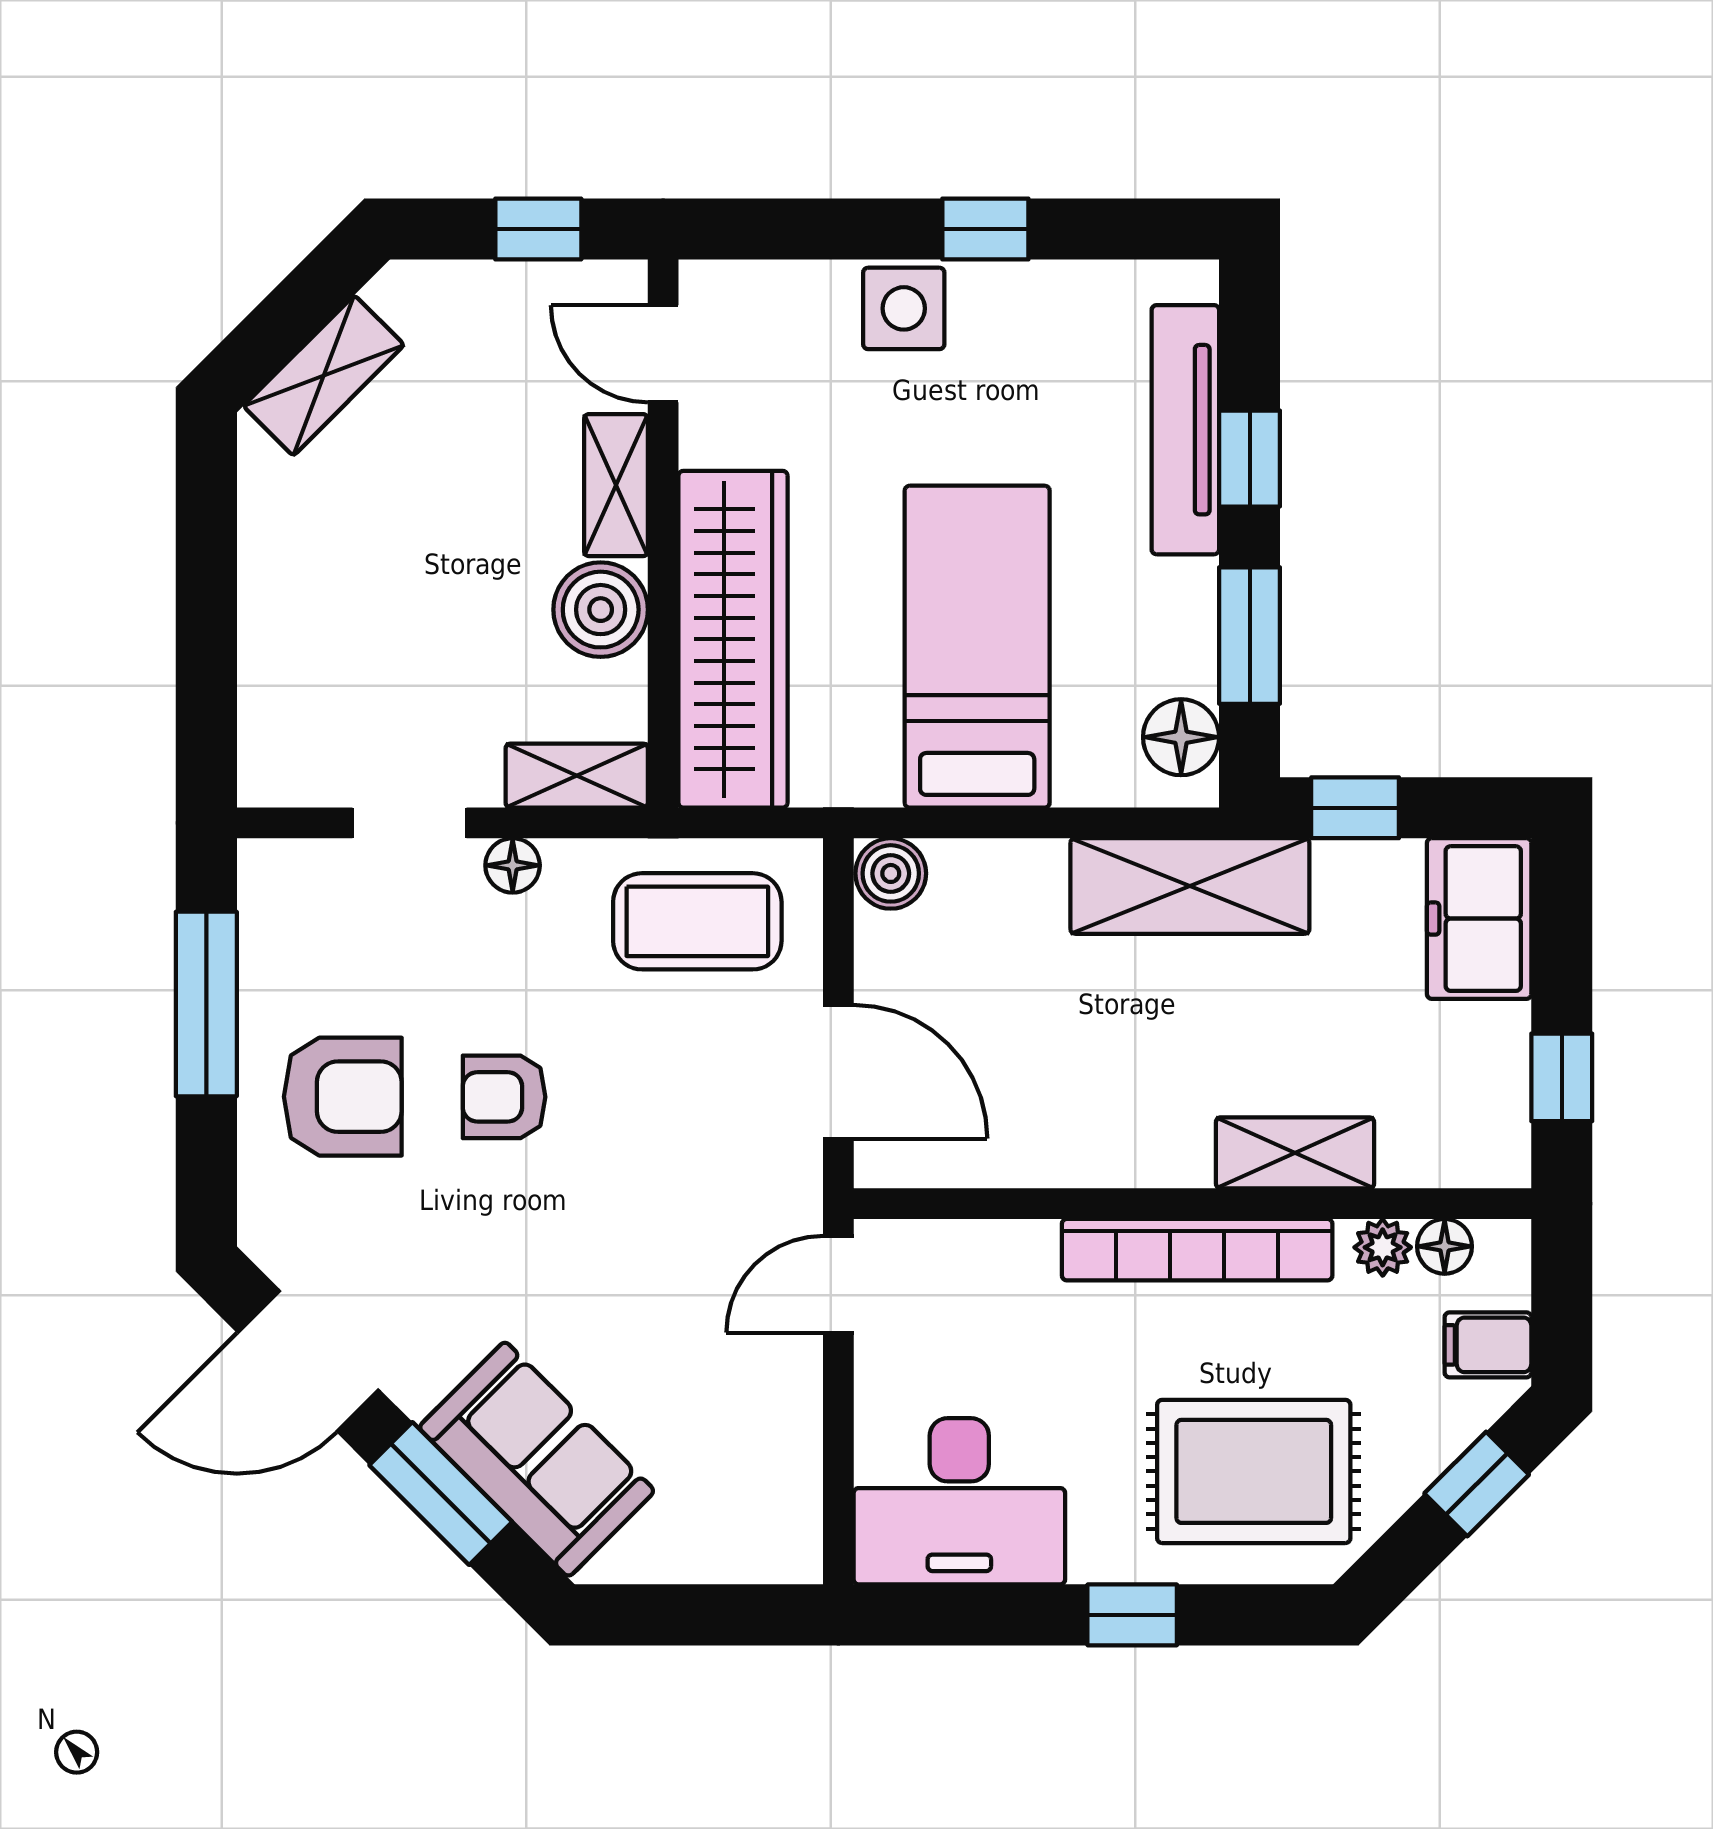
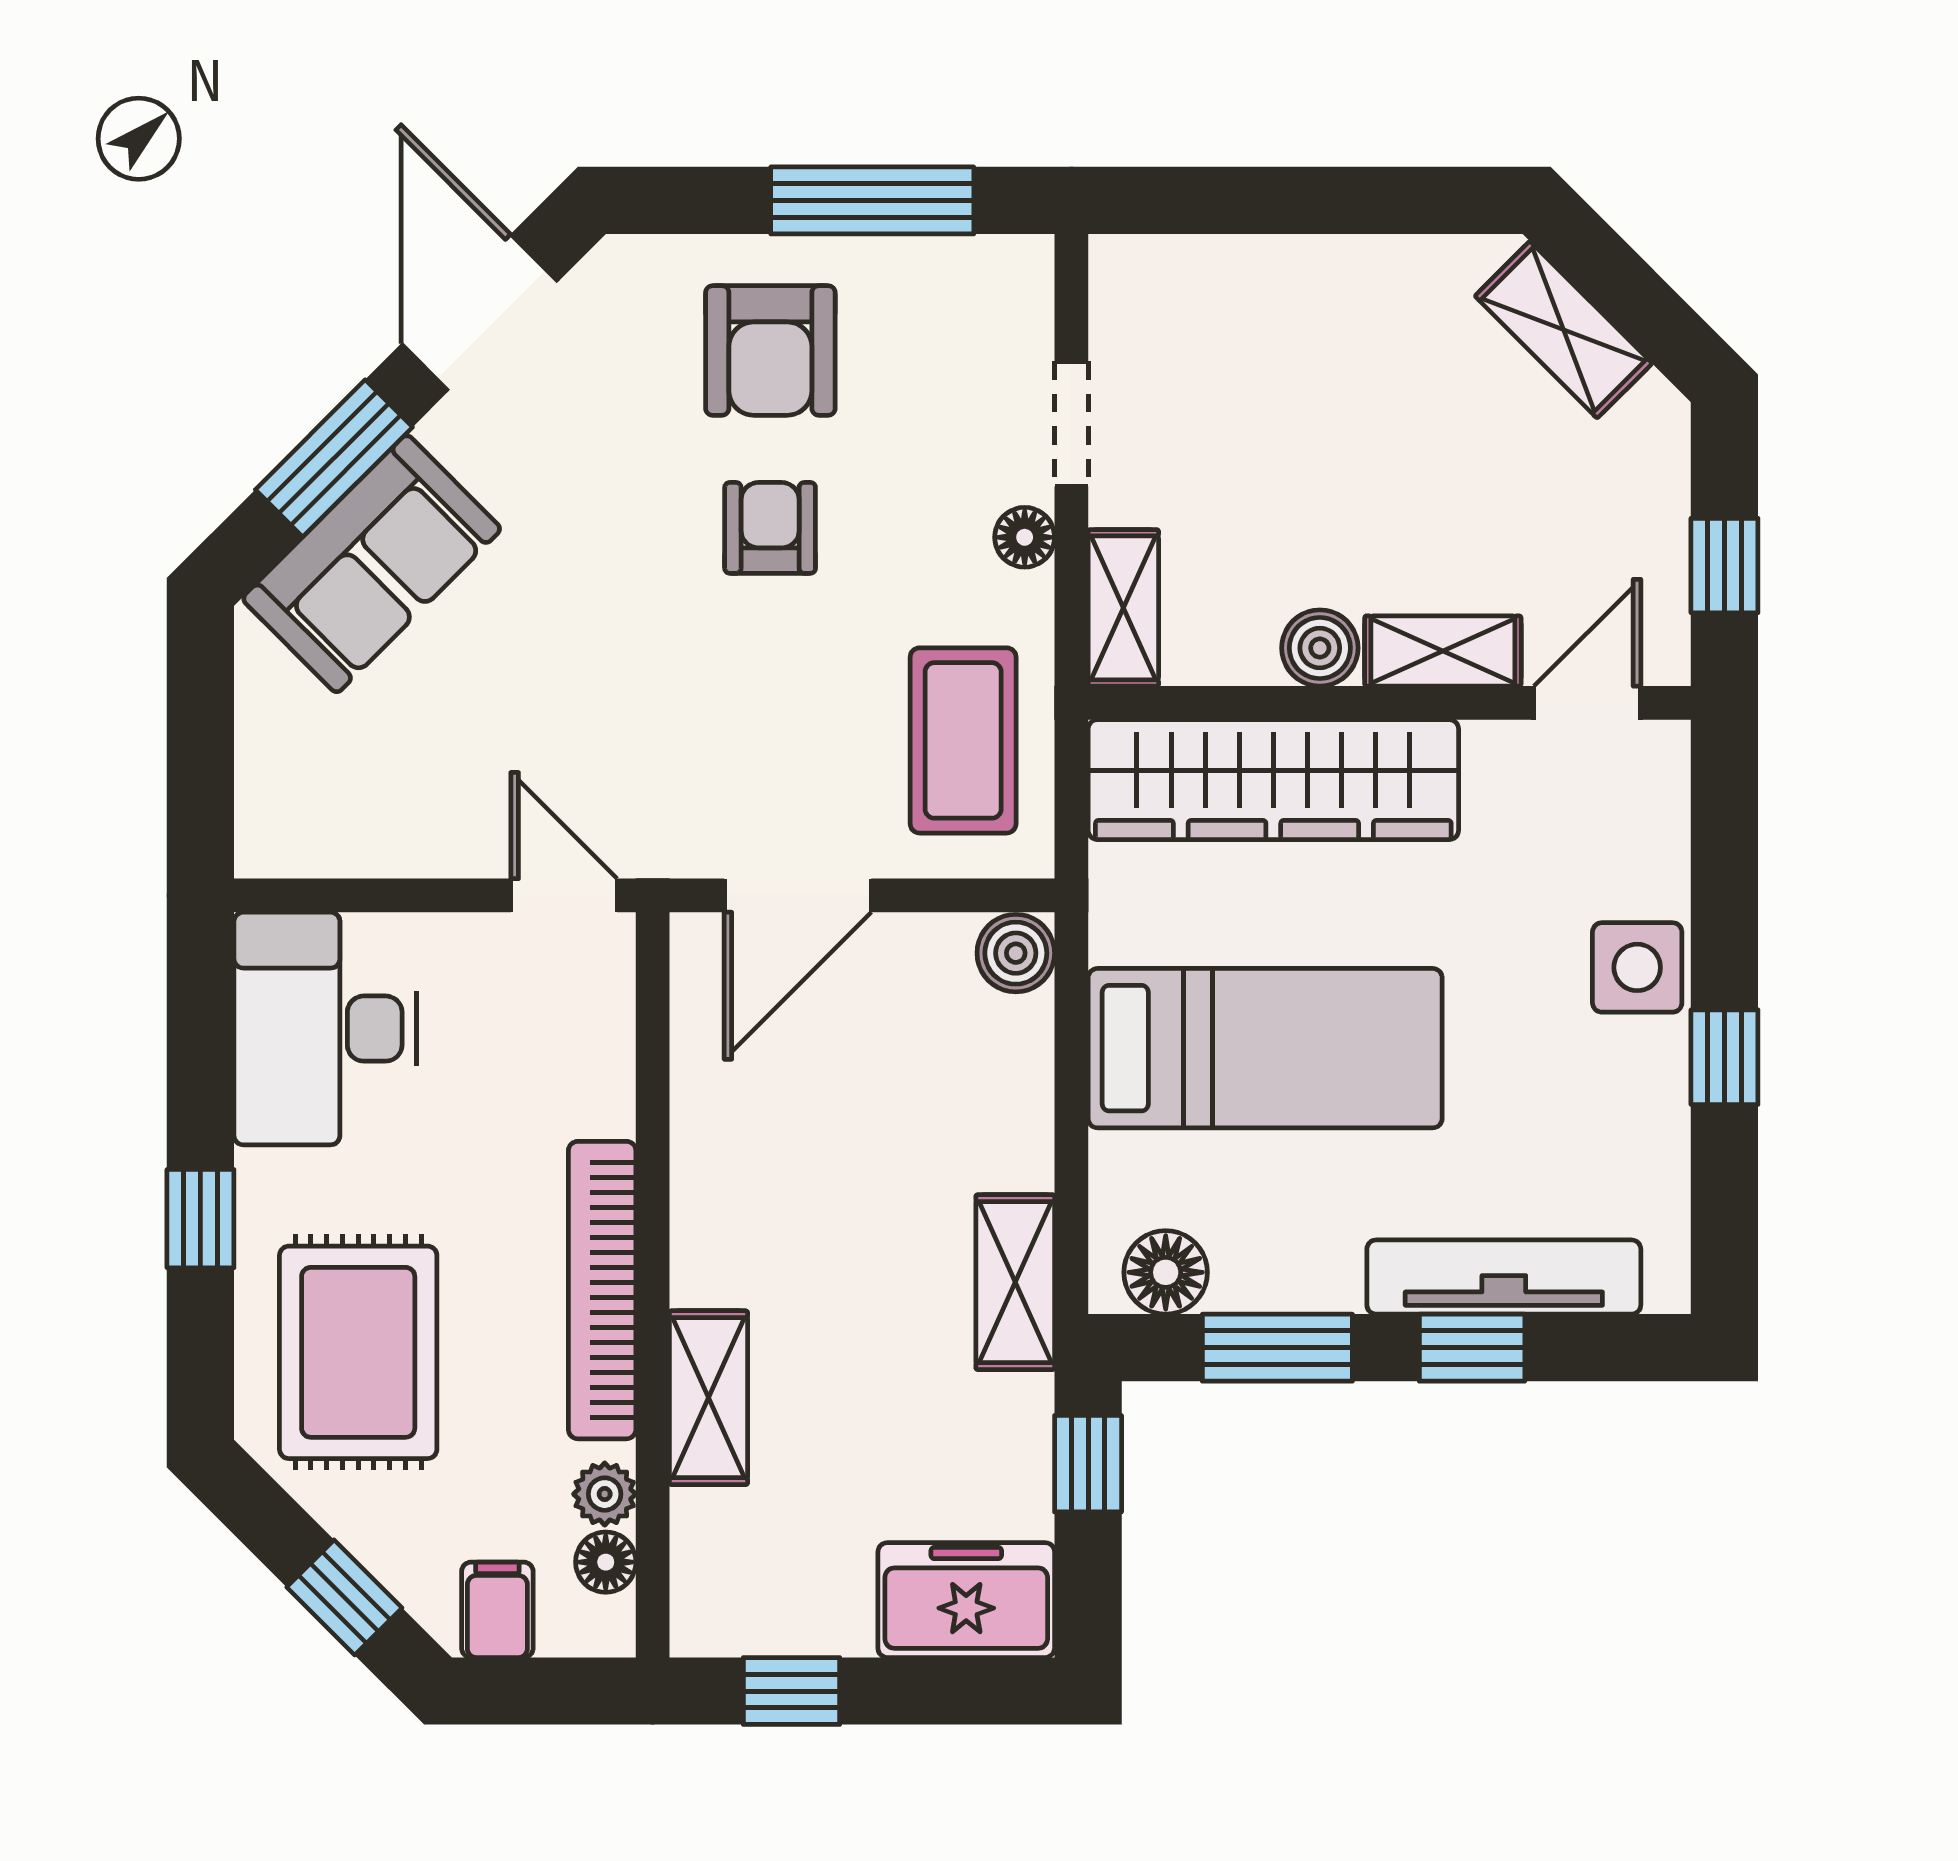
boiler: (601, 610) -> (1320, 648), width x0.73, depth x0.73
shelving: (1190, 886) -> (1015, 1282), width x0.67, depth x0.75

